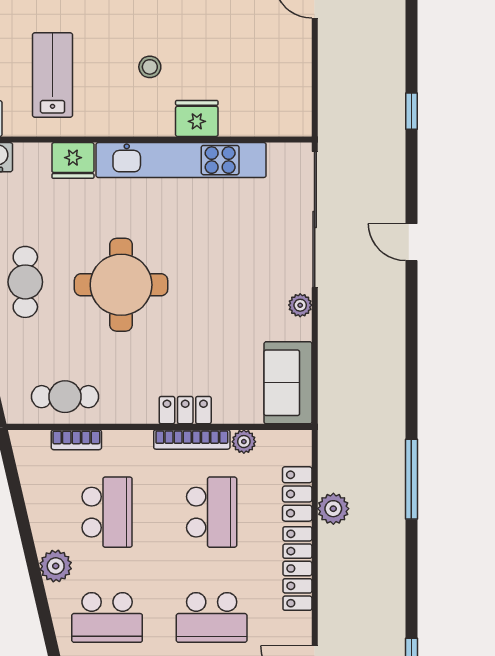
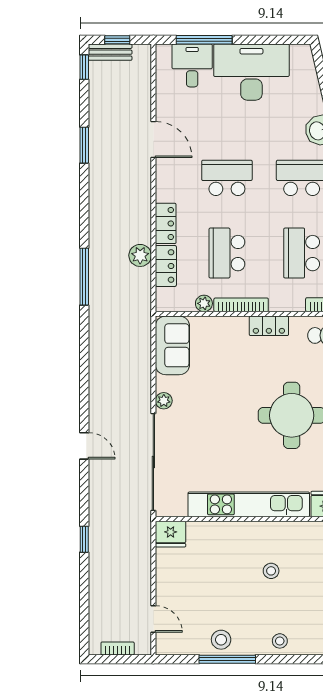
fridge: (197, 118) -> (171, 534), moved
locker: (185, 410) -> (269, 326), moved
locker: (297, 569) -> (166, 223), width x0.66

